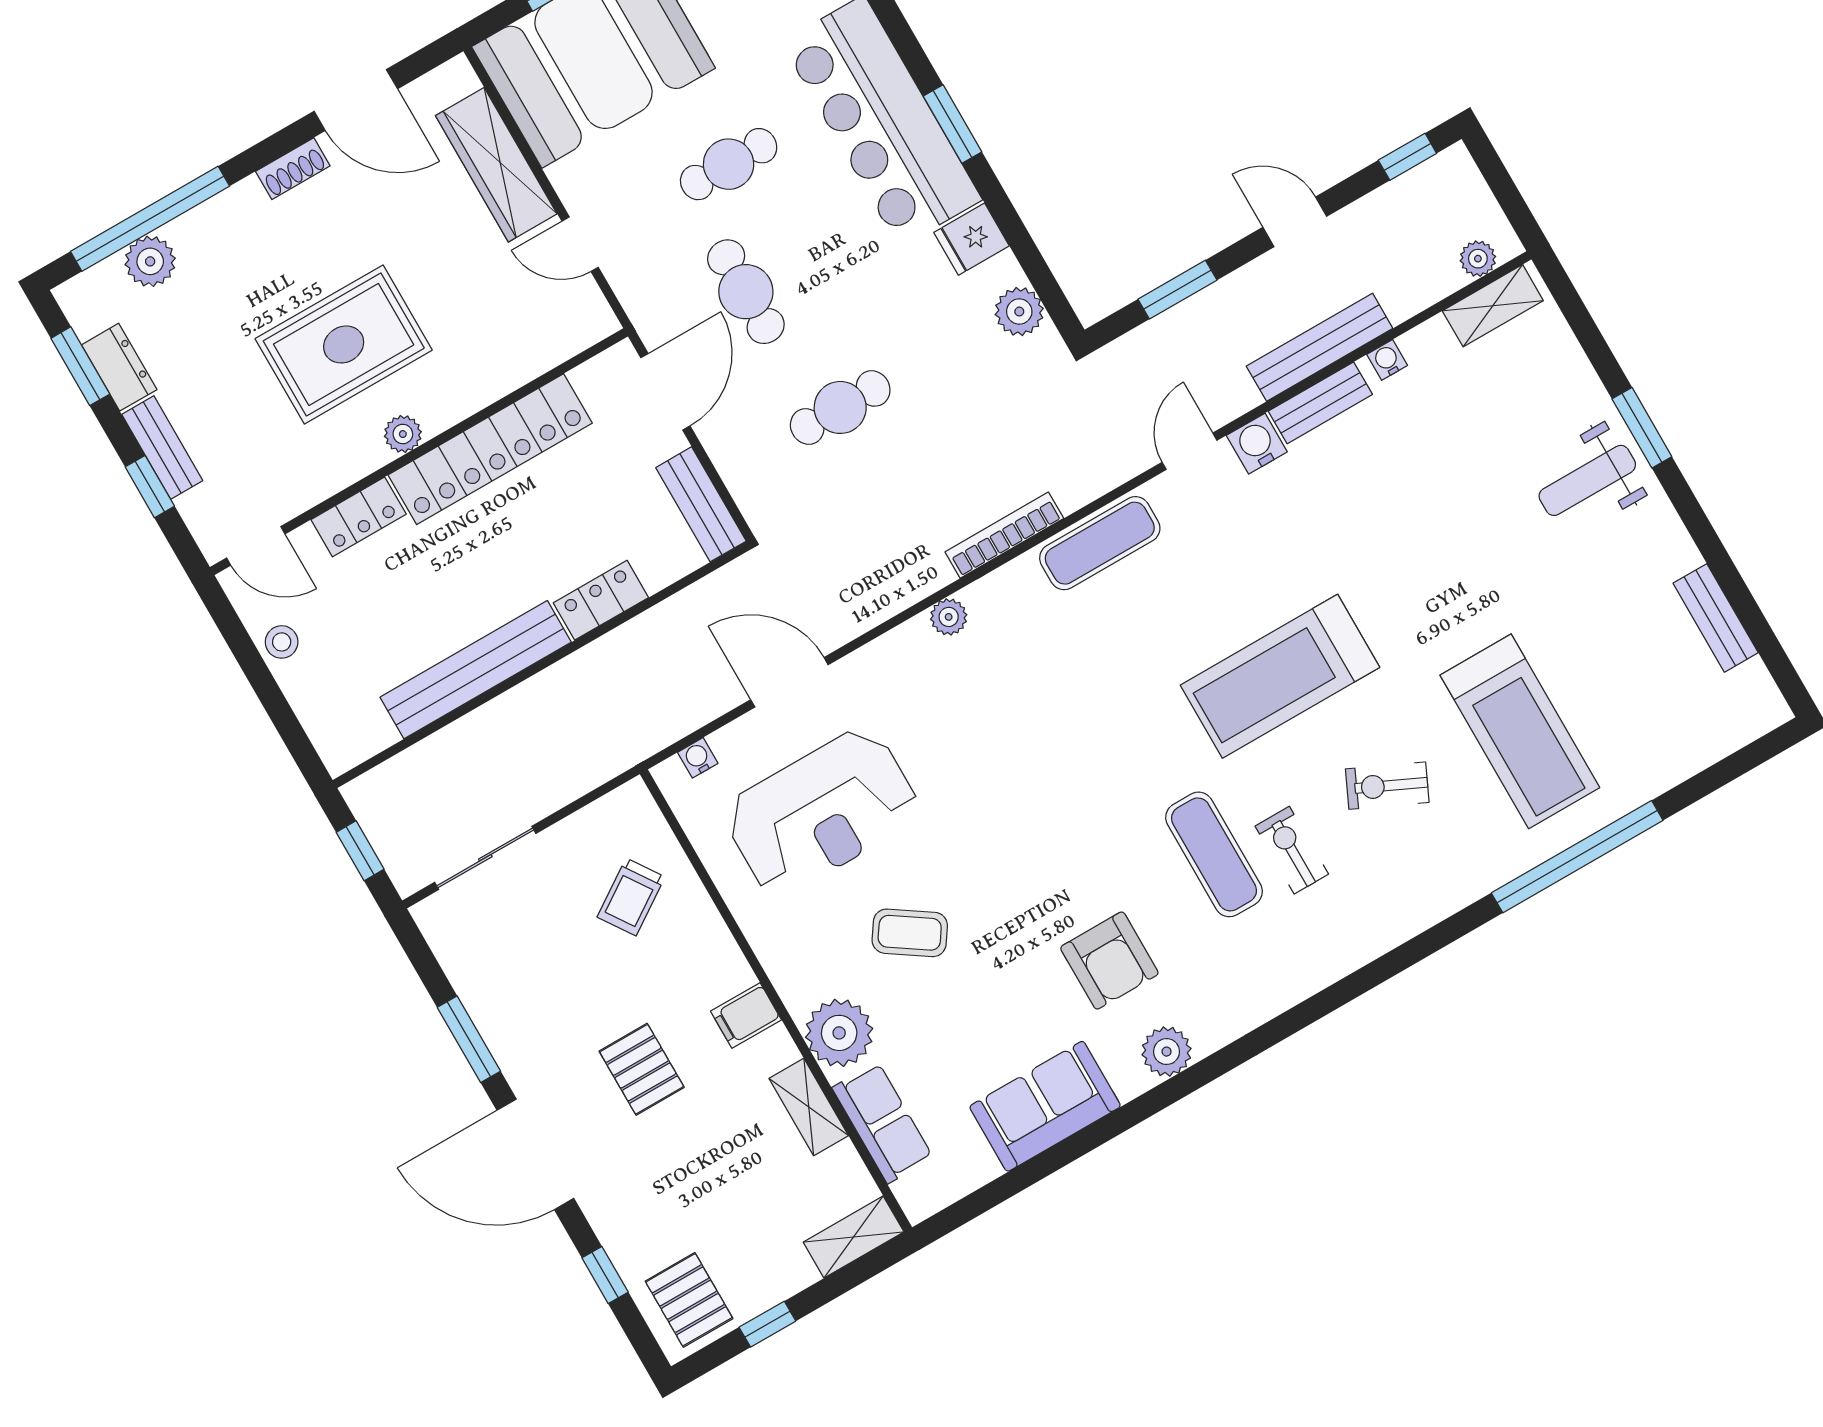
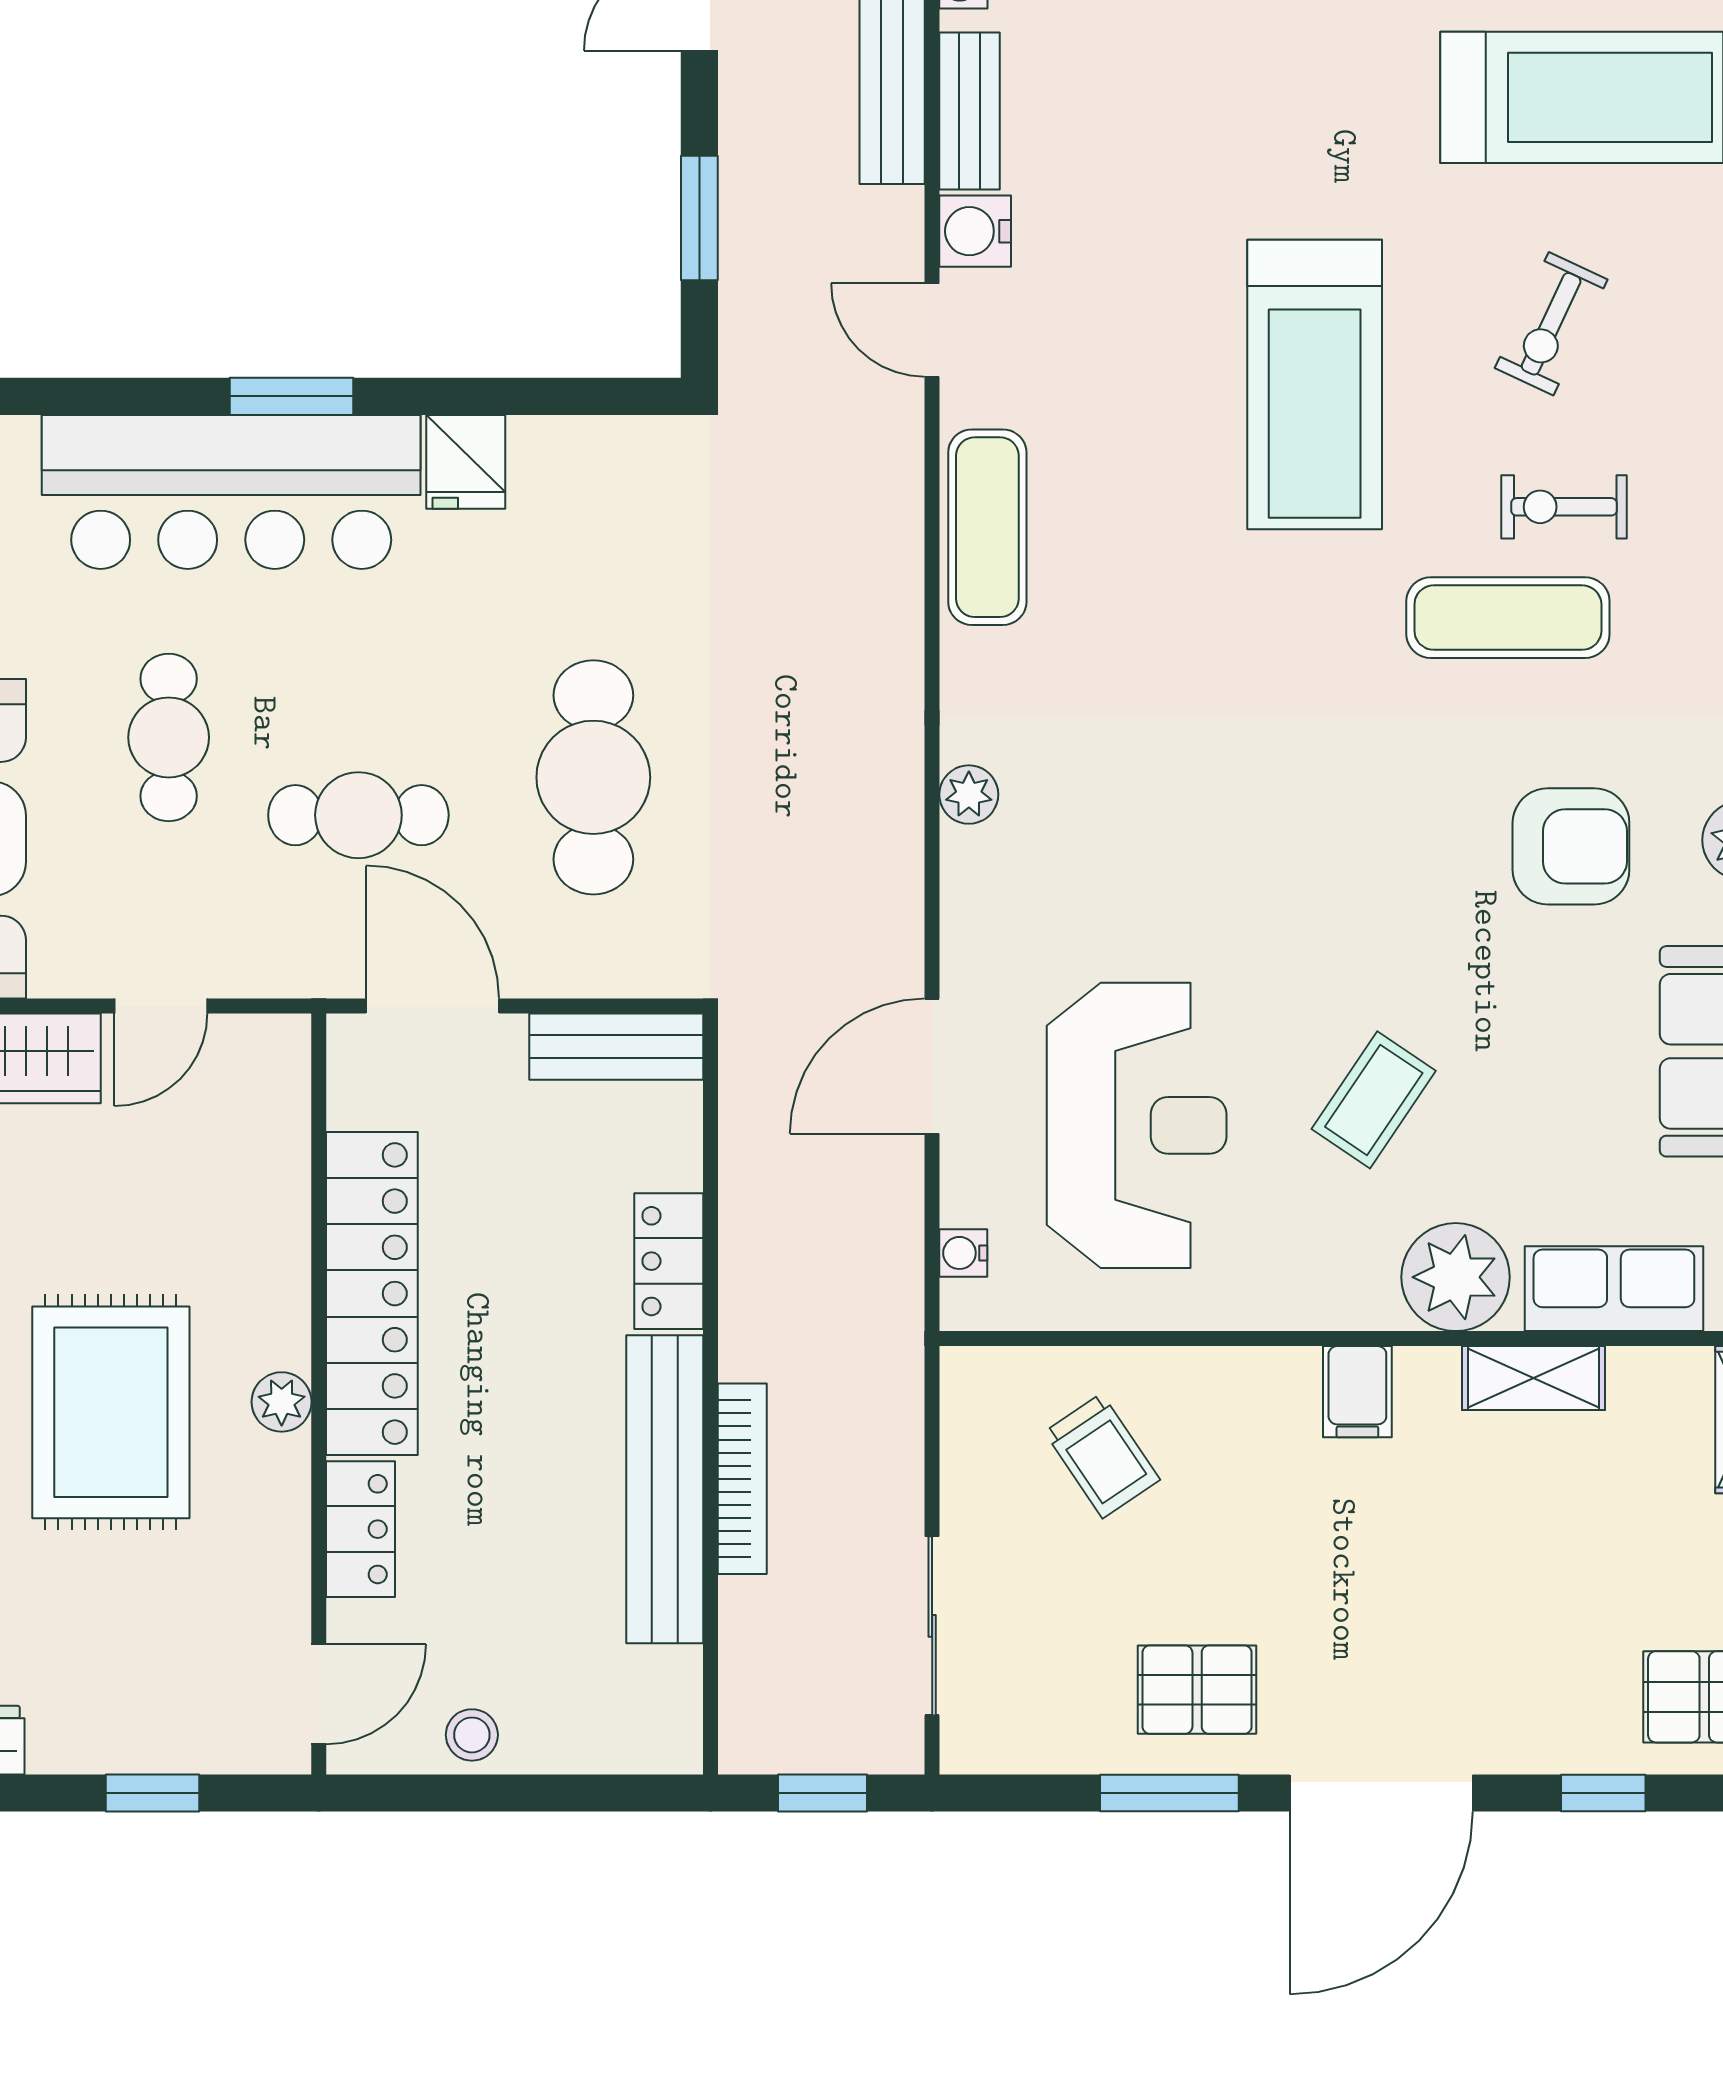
plant: (1019, 311) -> (604, 454), removed
cafe table: (840, 407) -> (593, 777), width x1.37, depth x1.35
bench: (162, 448) -> (108, 1745), removed
bookcase: (1004, 535) -> (742, 1479), moved, turned 180
pallet: (642, 1069) -> (1197, 1690), moved

